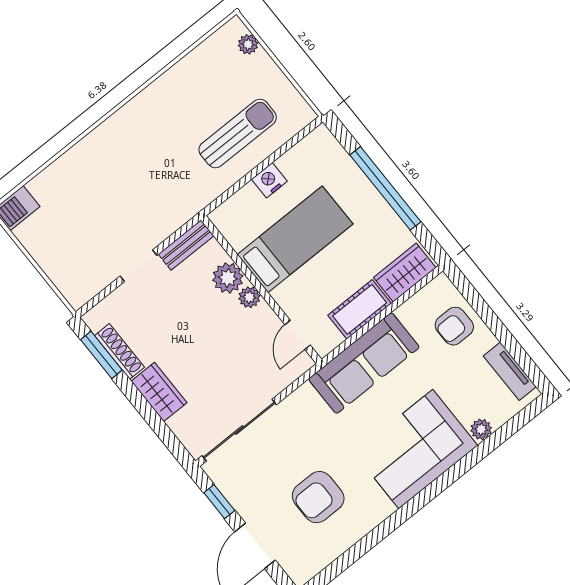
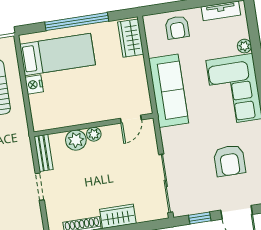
bed: (295, 239) -> (58, 54), moved, turned 90
cot: (360, 309) -> (137, 76), removed
door: (298, 335) -> (131, 119), hinge flipped

